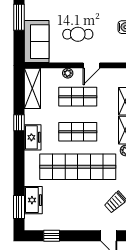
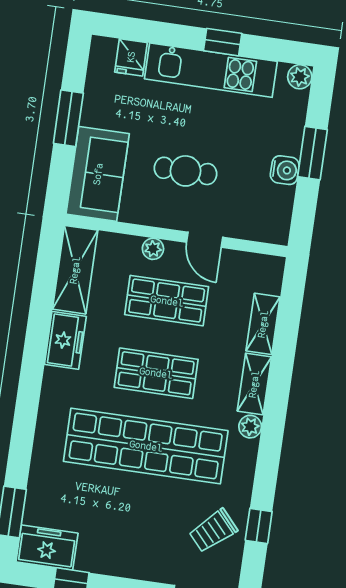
door: (91, 65) -> (205, 240), hinge flipped
window: (19, 123) -> (37, 337), removed
freezer: (33, 137) -> (65, 340), moved
freezer: (33, 200) -> (47, 548), moved, turned -90

